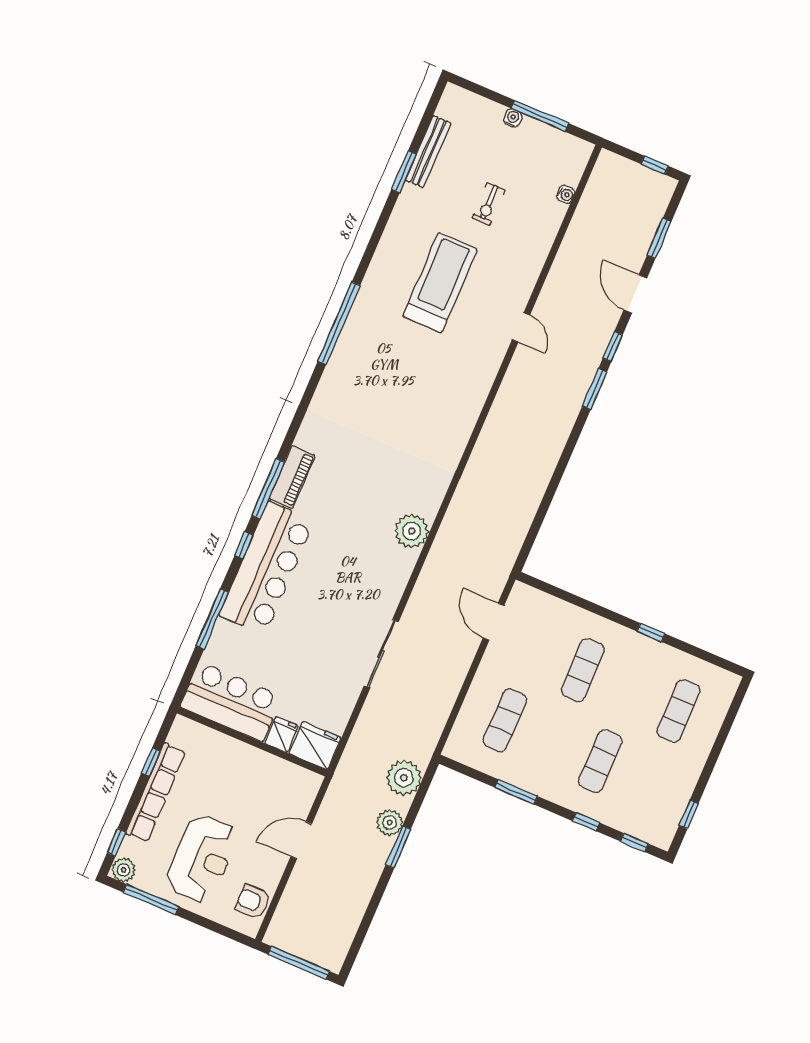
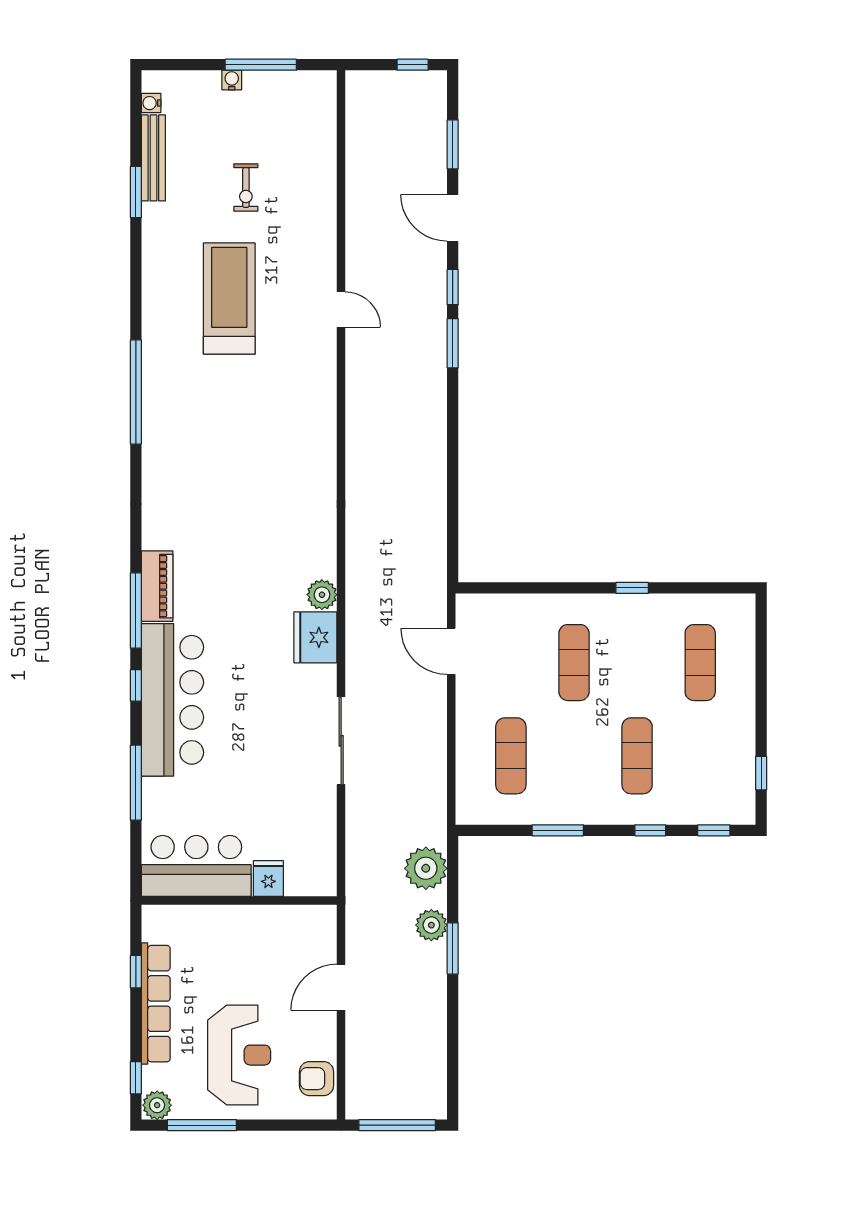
water cooler: (566, 194) -> (151, 103), moved, turned 180
plant: (412, 531) -> (322, 595), width x0.73, depth x0.73
fridge: (315, 746) -> (315, 637), moved, turned -90

